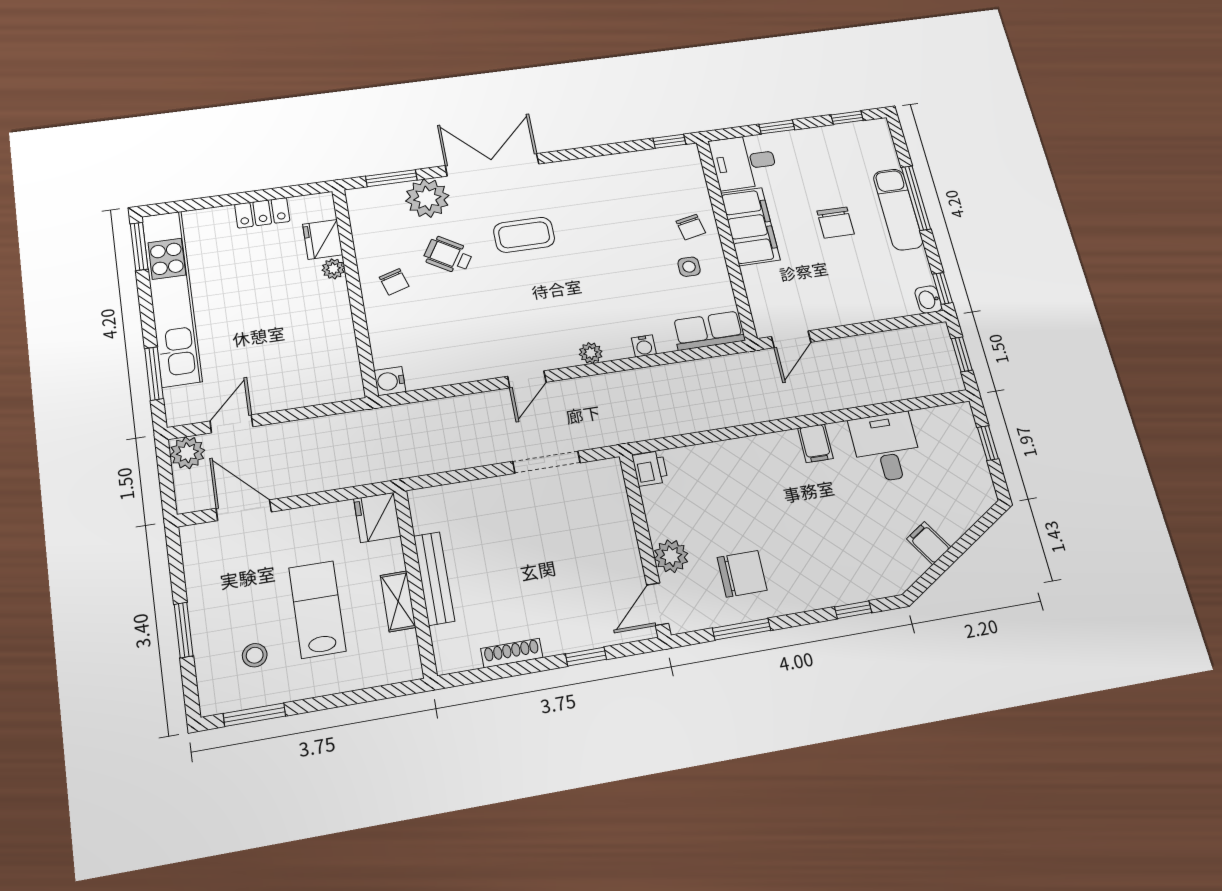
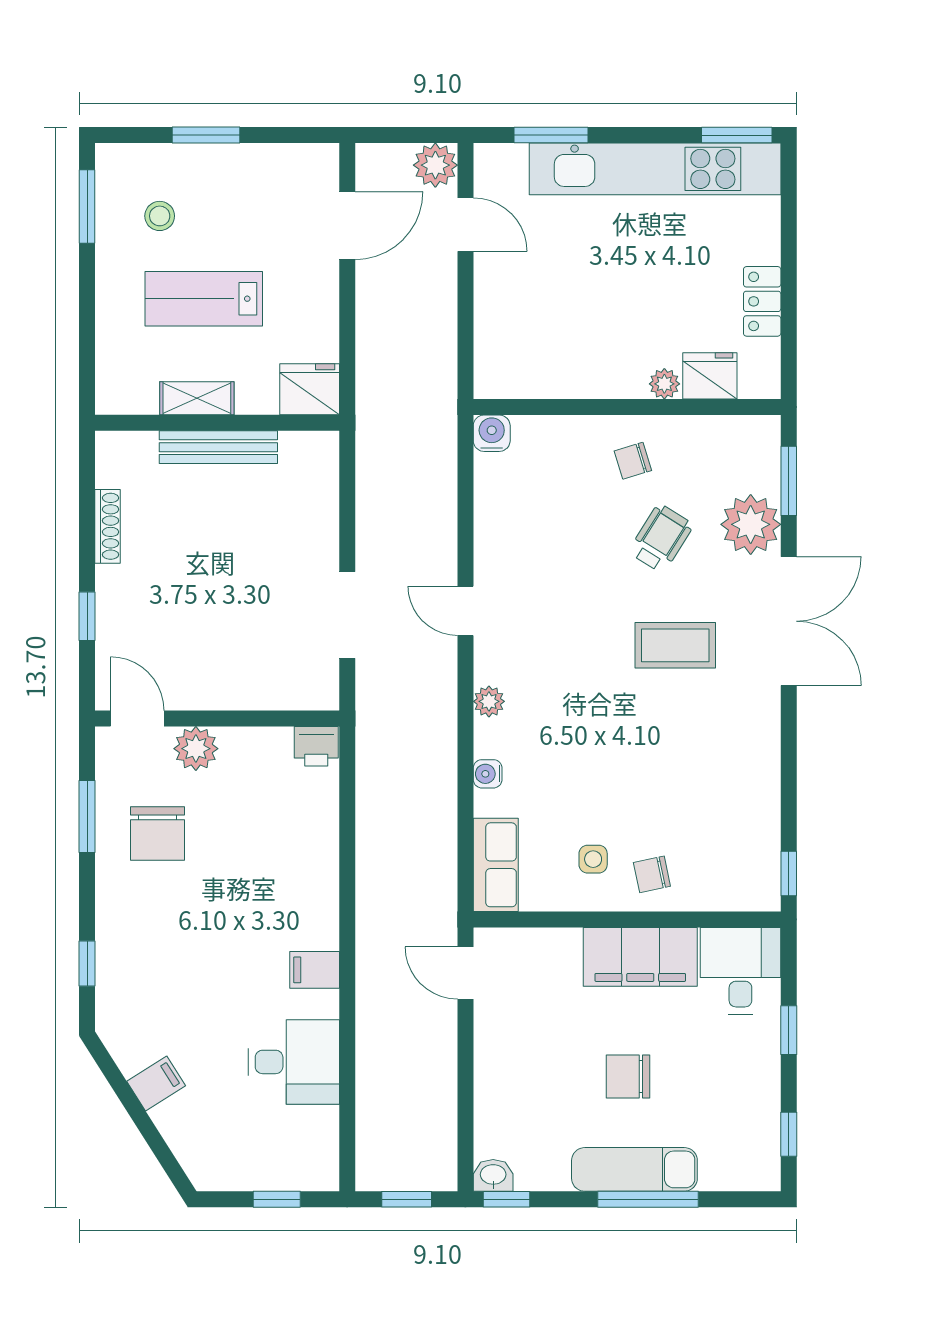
coffee table: (524, 235) -> (675, 645), turned 90
lab bench: (317, 609) -> (204, 299), turned 180

